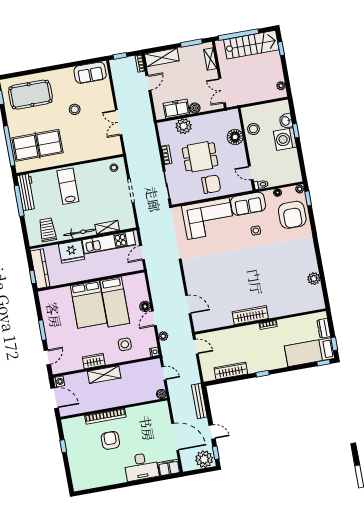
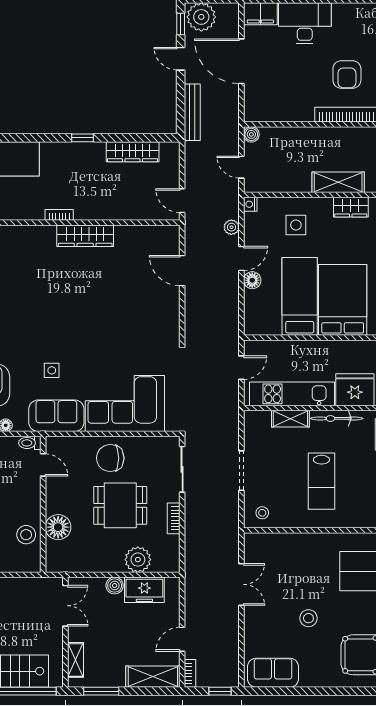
lab bench: (68, 186) -> (321, 481), moved

